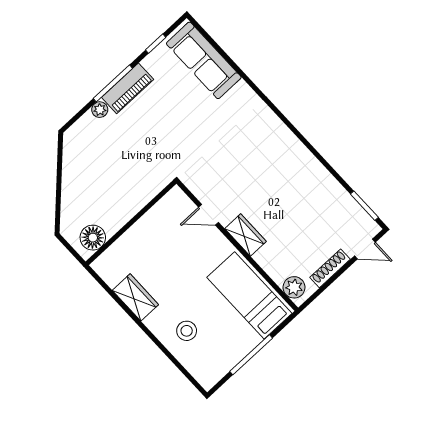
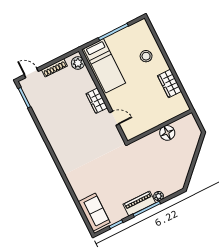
sofa: (204, 60) -> (94, 212), width x0.73
floor lamp: (93, 238) -> (167, 133), moved

